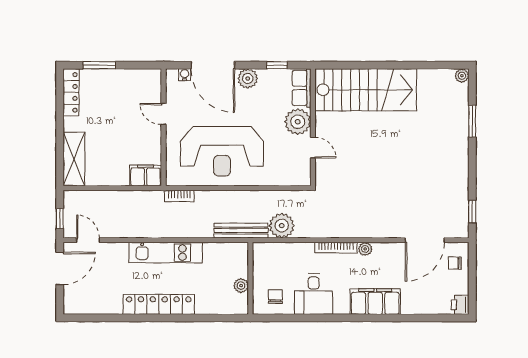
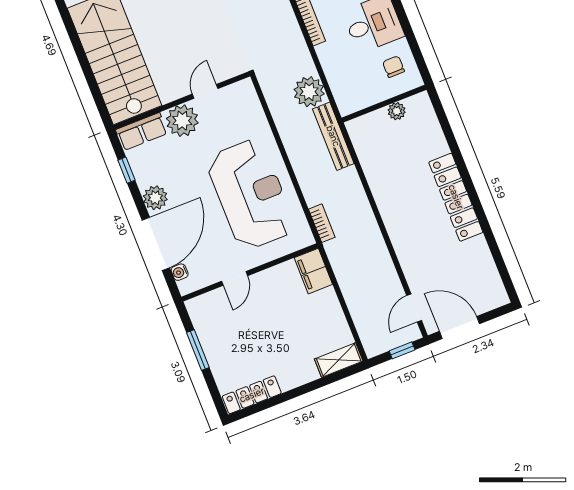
window: (99, 65) -> (198, 350), moved
shelving: (74, 159) -> (339, 360), width x0.67, depth x0.75
kitchen unit: (166, 253) -> (393, 213), removed
chair: (275, 296) -> (394, 67), turned 90

